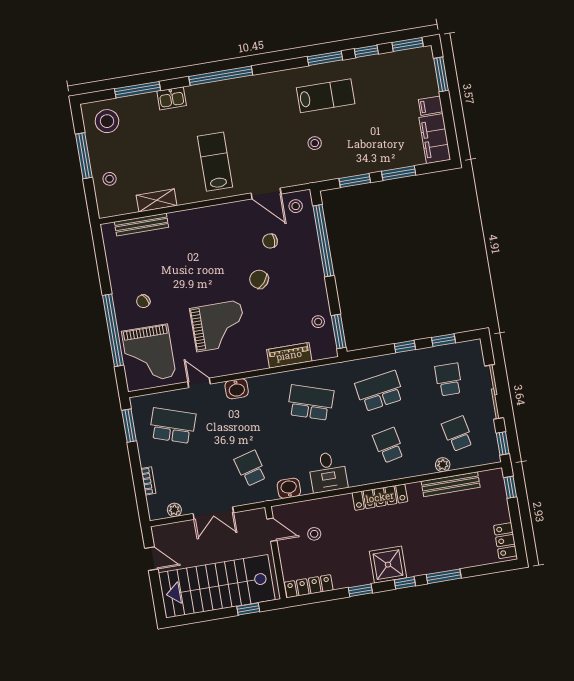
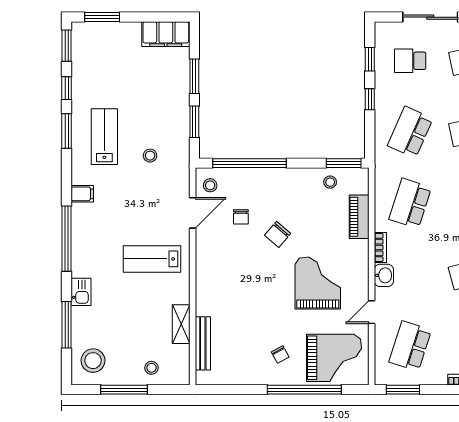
filing cabinet: (431, 106) -> (82, 194), moved, turned -90
bookcase: (263, 381) -> (380, 247), added
school desk: (380, 391) -> (410, 132), turned 33

